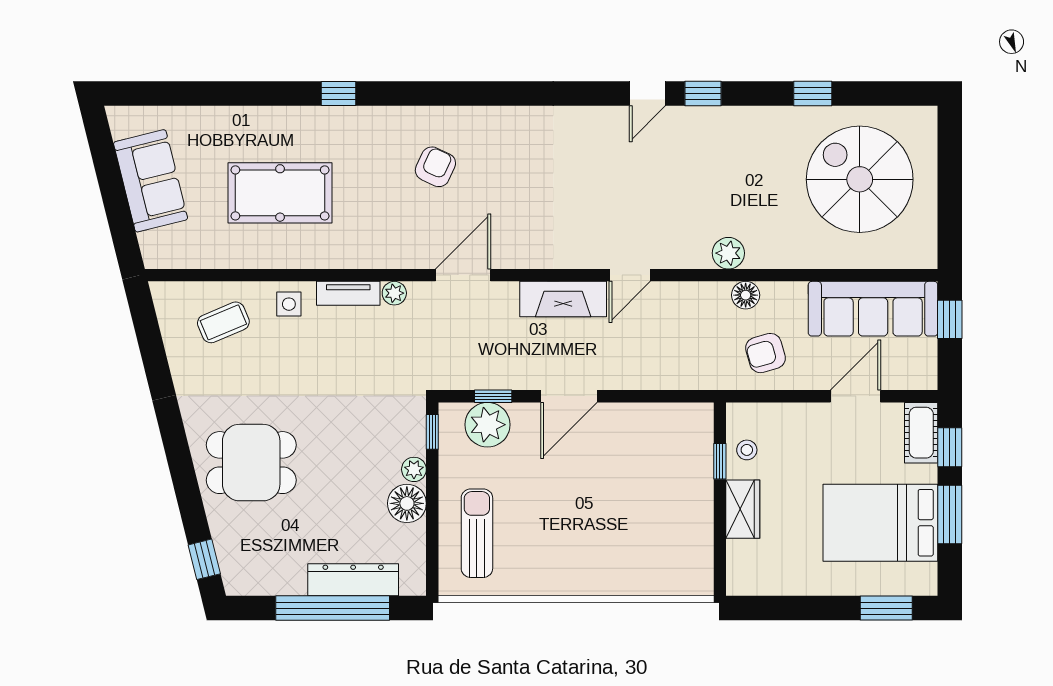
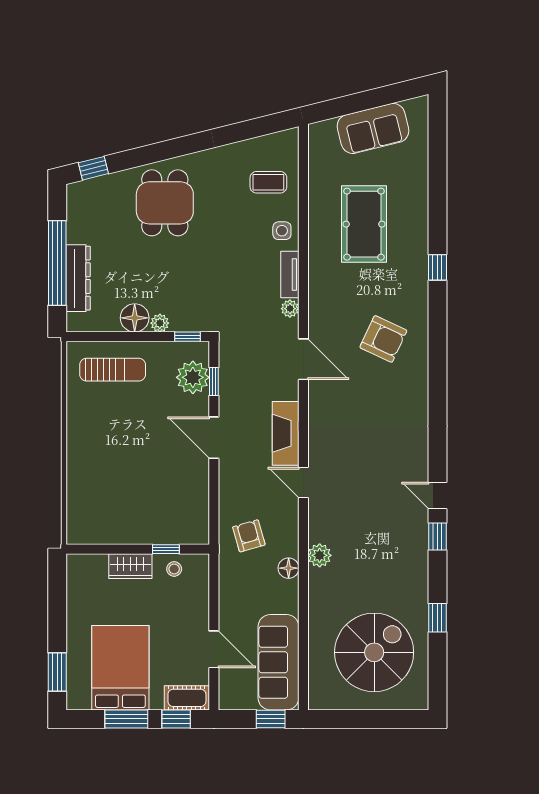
armchair: (435, 167) -> (383, 339), width x1.38, depth x1.38
coffee table: (223, 322) -> (268, 182), turned -67
armchair: (765, 353) -> (249, 536), moved

